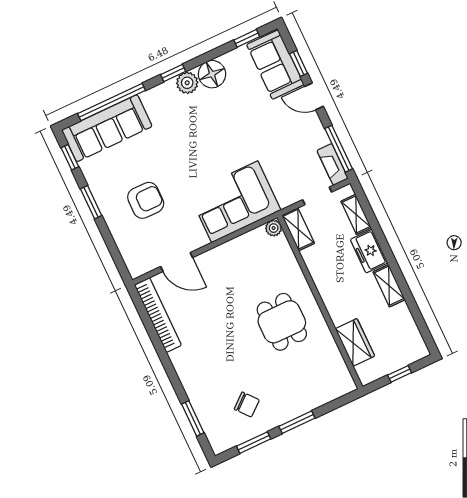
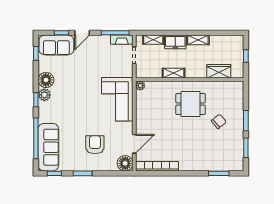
shelving: (298, 229) -> (174, 73), moved
floor lamp: (139, 262) -> (125, 163), added
chair: (247, 405) -> (219, 121), moved

